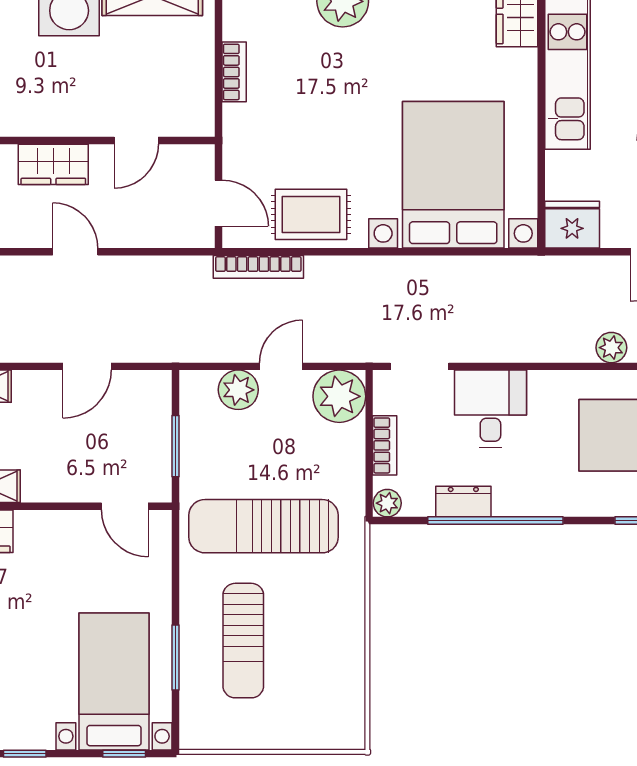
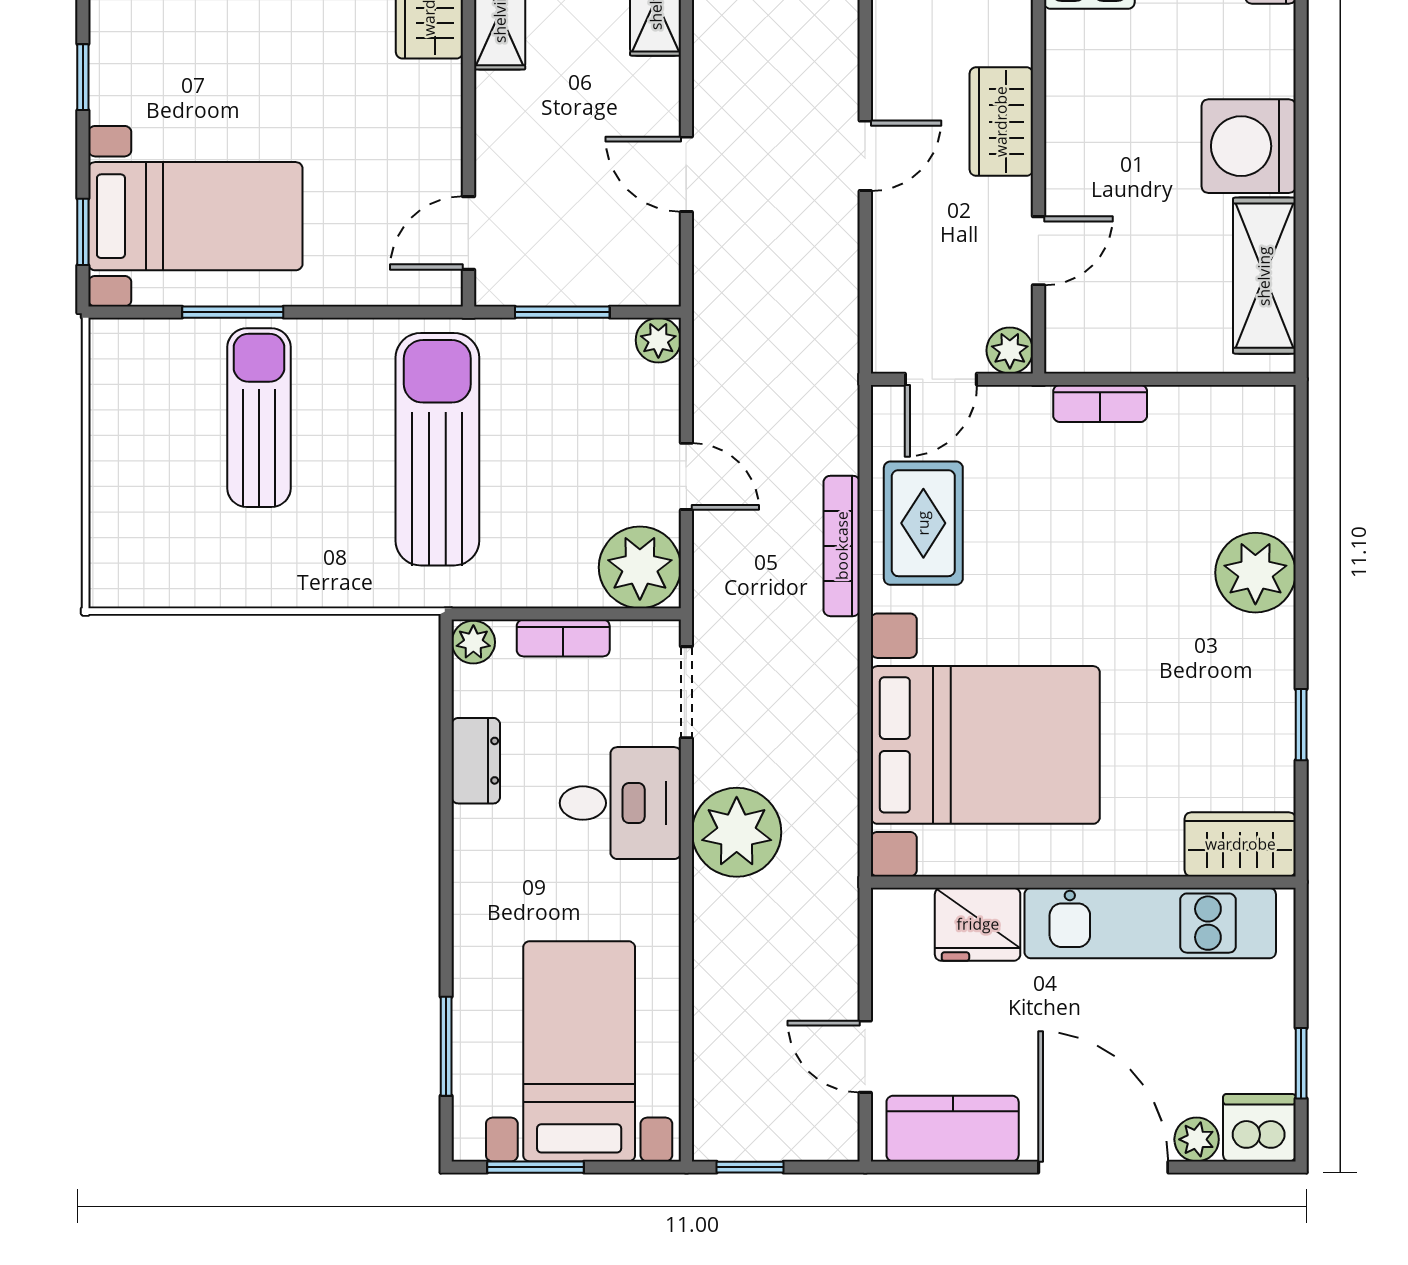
bookcase: (234, 72) -> (1100, 403), moved
door: (136, 141) -> (1038, 251), swing flipped
plant: (200, 159) -> (1010, 350), added
fridge: (572, 225) -> (978, 924), moved, turned 90
bookcase: (258, 267) -> (842, 546), moved
plant: (611, 348) -> (737, 832), moved, width x1.88, depth x1.88
plant: (238, 390) -> (658, 340), moved, width x0.73, depth x0.73
window: (495, 521) -> (446, 811), removed
sun lounger: (243, 641) -> (259, 418), turned 90

